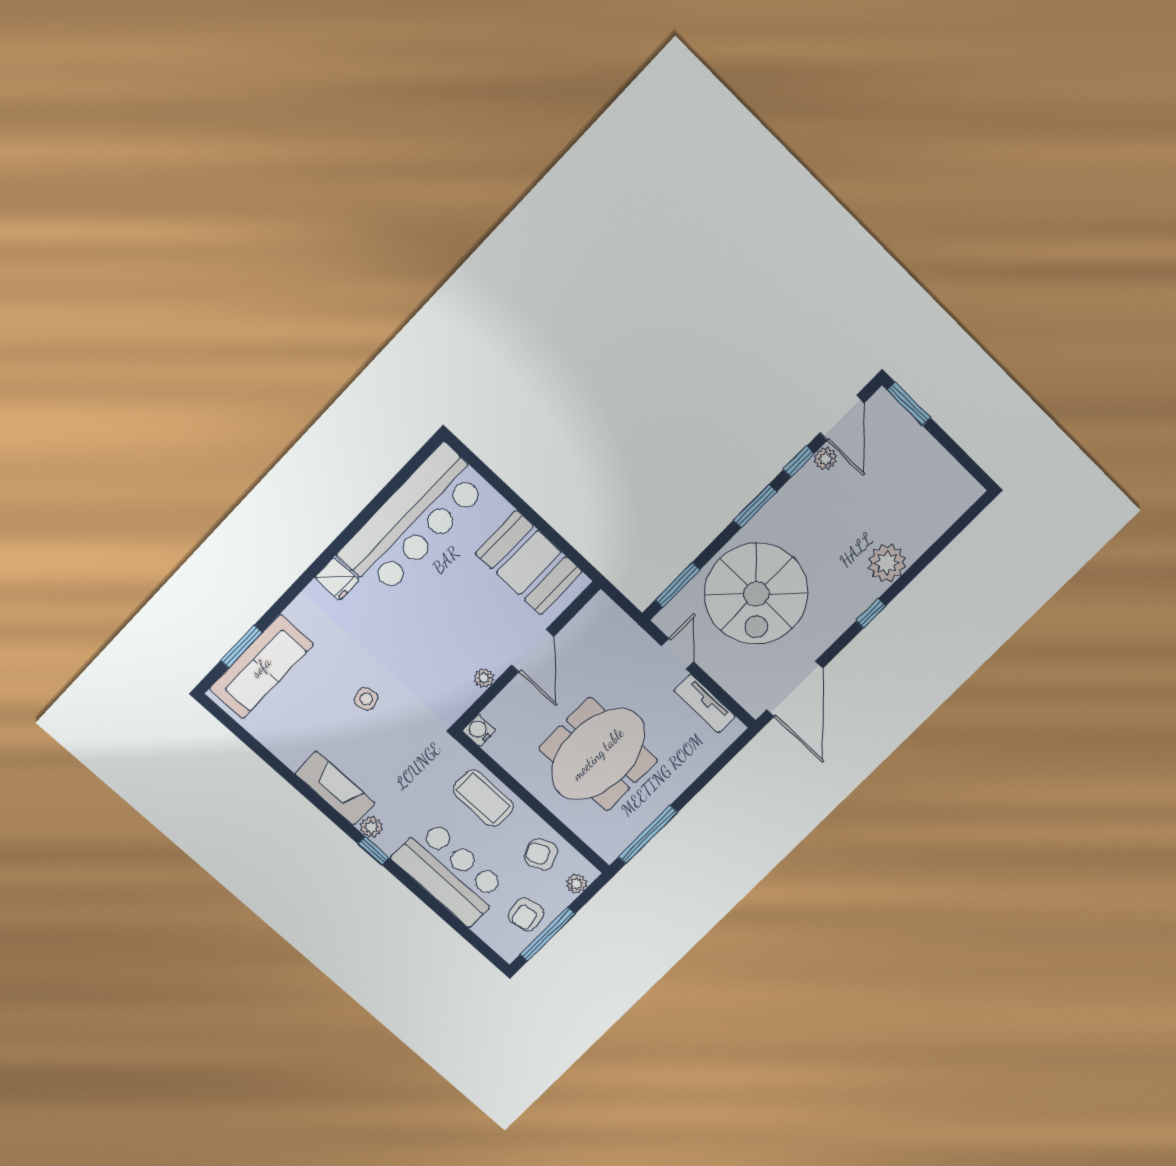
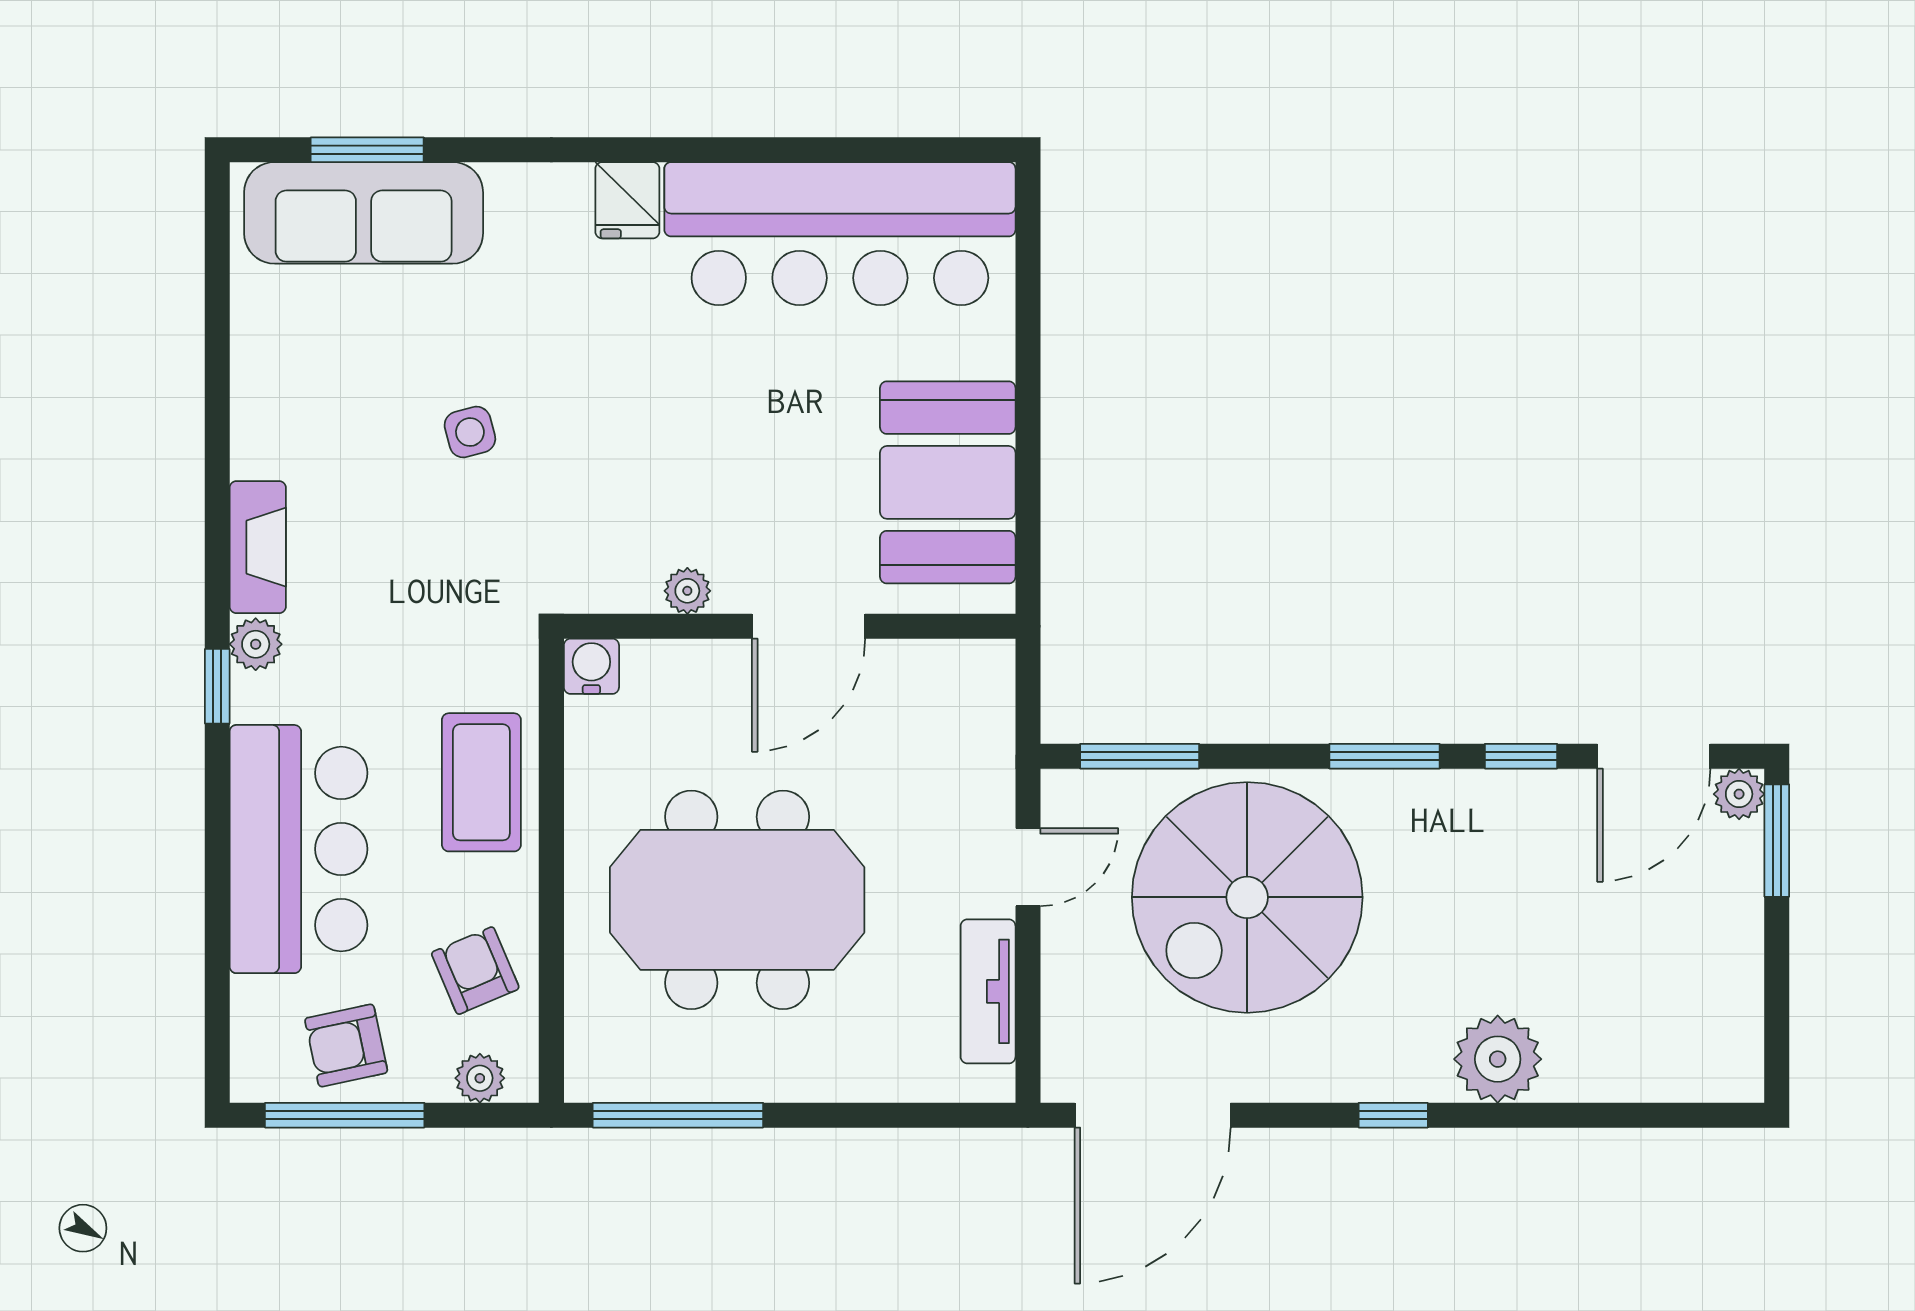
plant: (826, 459) -> (1739, 794), moved
fireplace: (335, 788) -> (258, 547), width x0.73, depth x0.76

